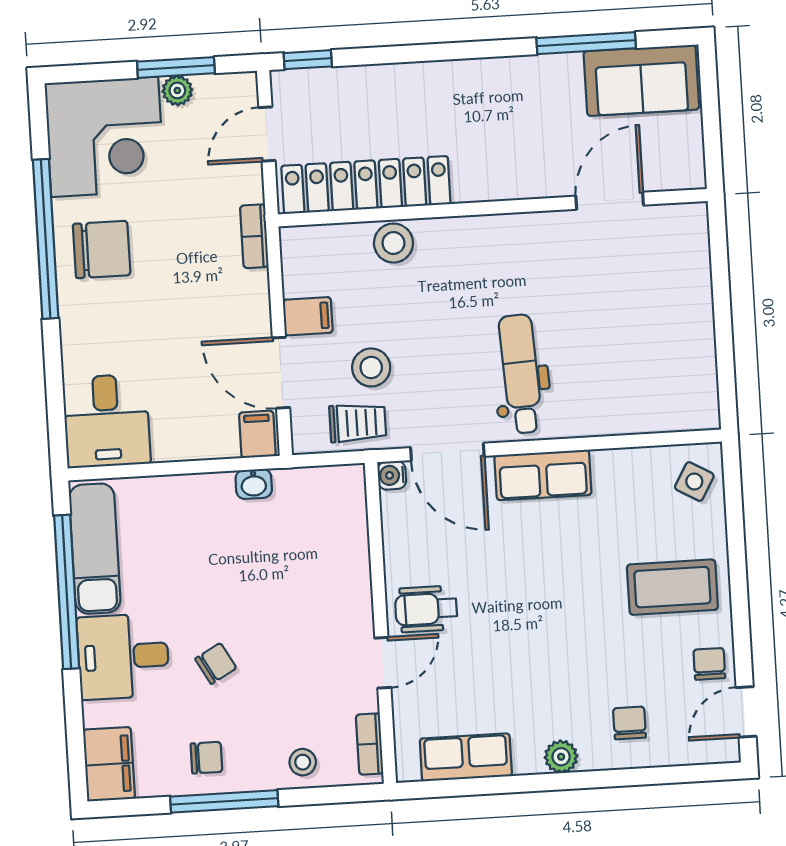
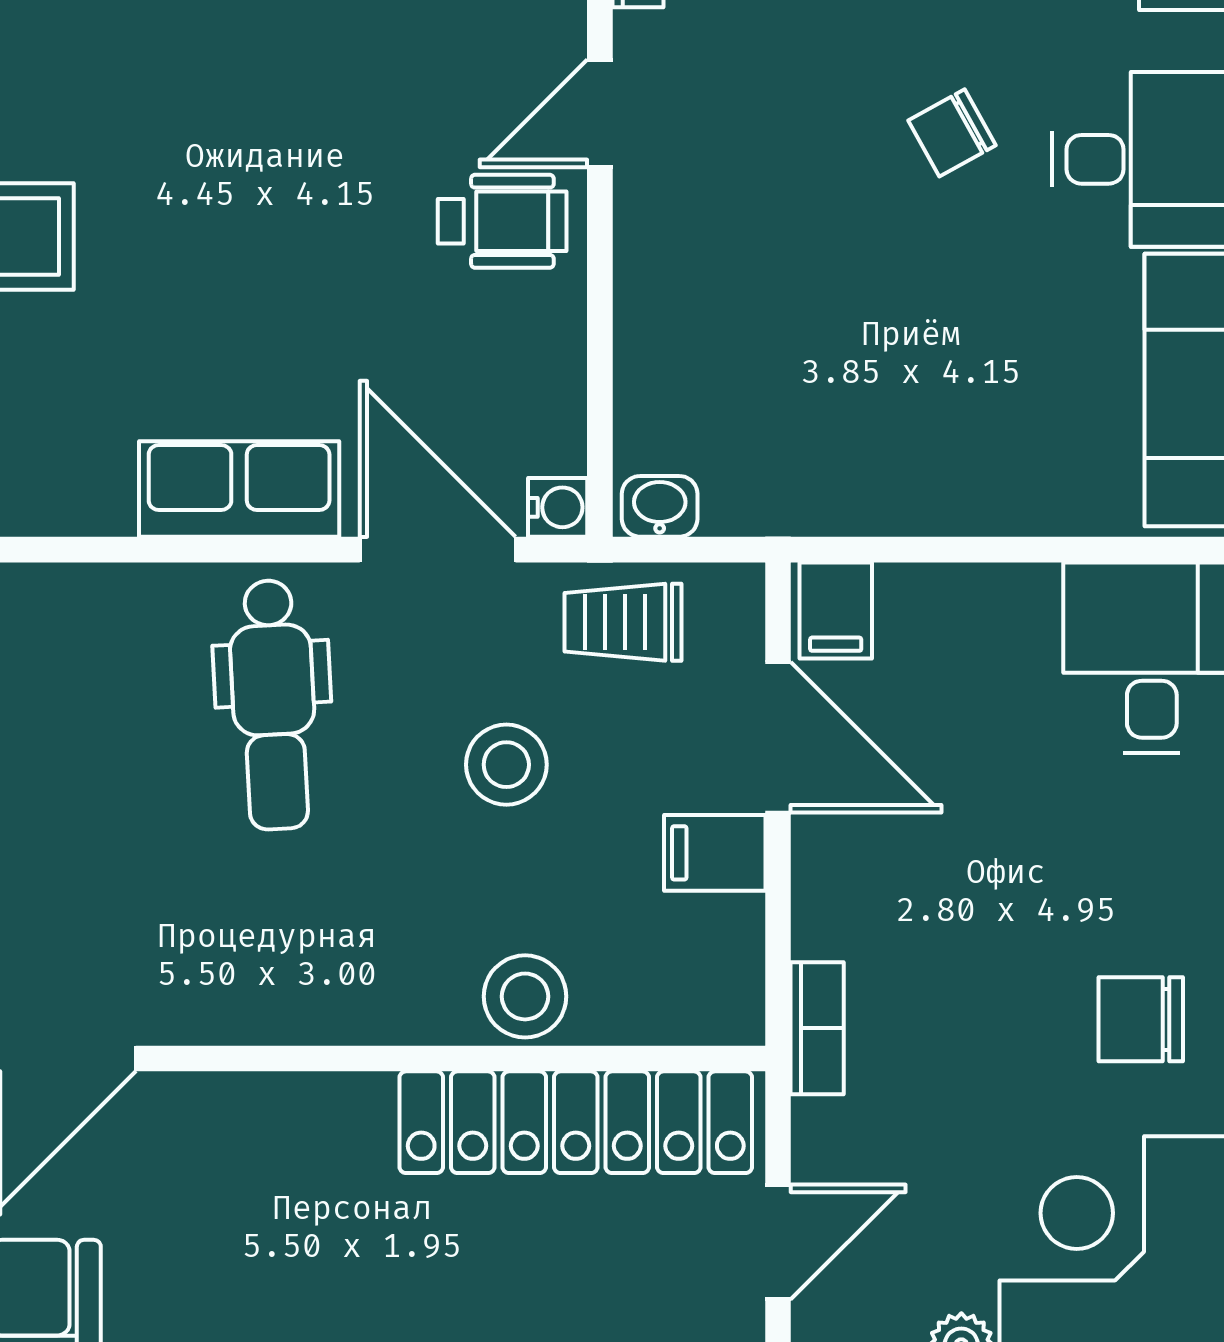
chair: (102, 250) -> (1141, 1019), width x0.73, depth x0.73
stool: (371, 367) -> (506, 765), moved
washbasin: (254, 484) -> (660, 506), moved

